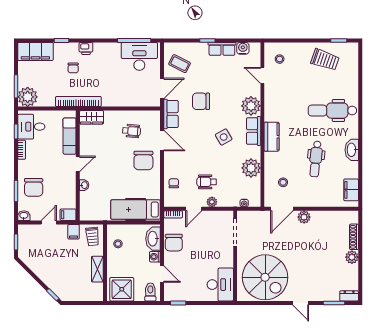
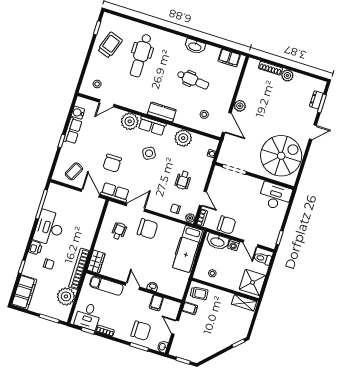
desk: (139, 56) -> (49, 228), moved
plant: (28, 97) -> (66, 296), moved
dental chair: (332, 111) -> (141, 56), moved
plant: (212, 202) -> (190, 218), moved
filing cabinet: (68, 215) -> (156, 303), moved
shelving: (97, 269) -> (244, 303), moved
door: (162, 274) -> (250, 244), swing flipped
dresser: (349, 296) -> (316, 100), moved

